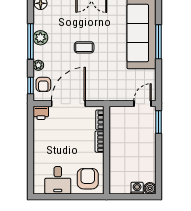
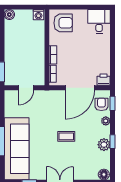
window: (31, 41) -> (112, 142), width x0.46
door: (143, 104) -> (26, 88), moved
armchair: (88, 179) -> (63, 23), turned -90
desk: (58, 180) -> (99, 21), moved
washing machine: (137, 188) -> (38, 15), moved

